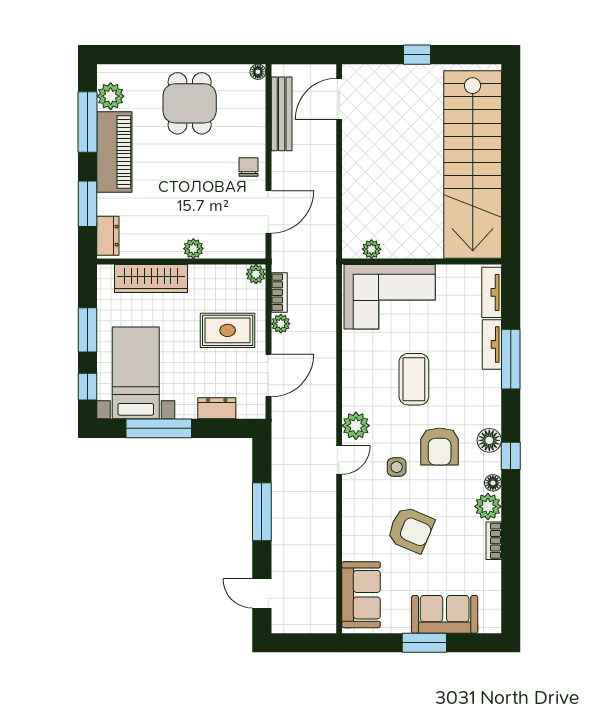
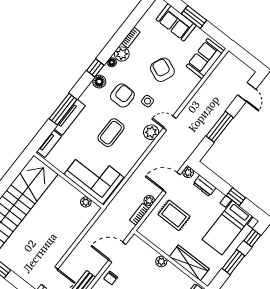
plant: (256, 274) -> (188, 172), moved
tv unit: (492, 344) -> (70, 117), width x1.41
window: (159, 428) -> (236, 197), width x0.46

